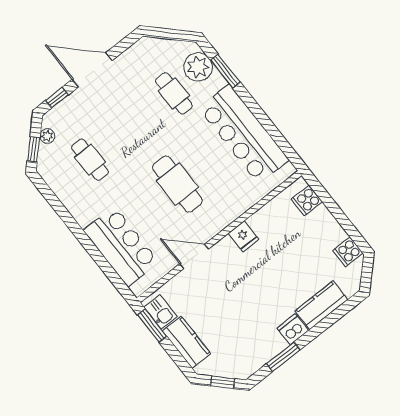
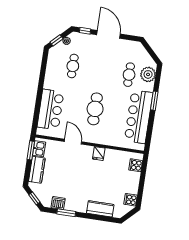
window: (225, 71) -> (154, 101), moved
dishwasher: (293, 329) -> (58, 203), moved

